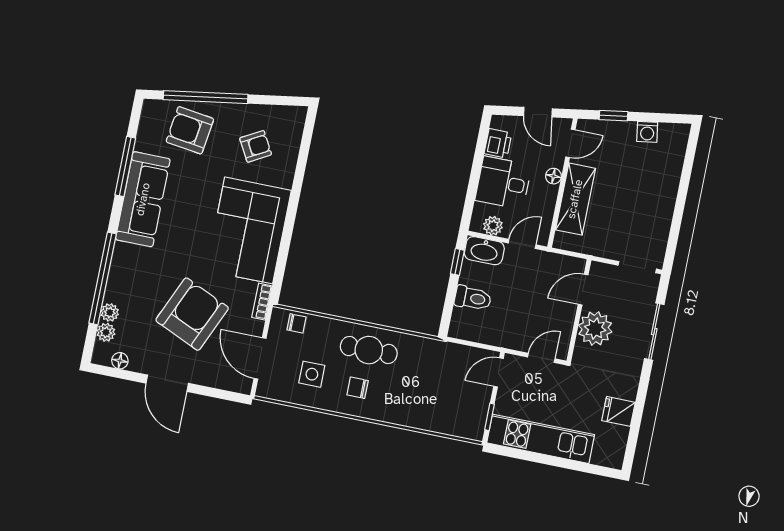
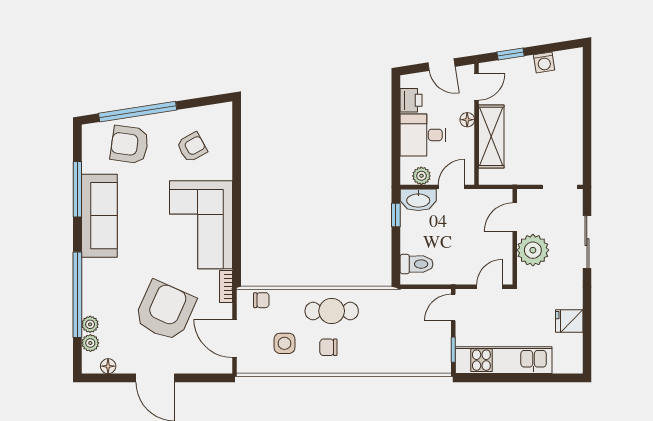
toilet: (473, 298) -> (417, 264), moved

